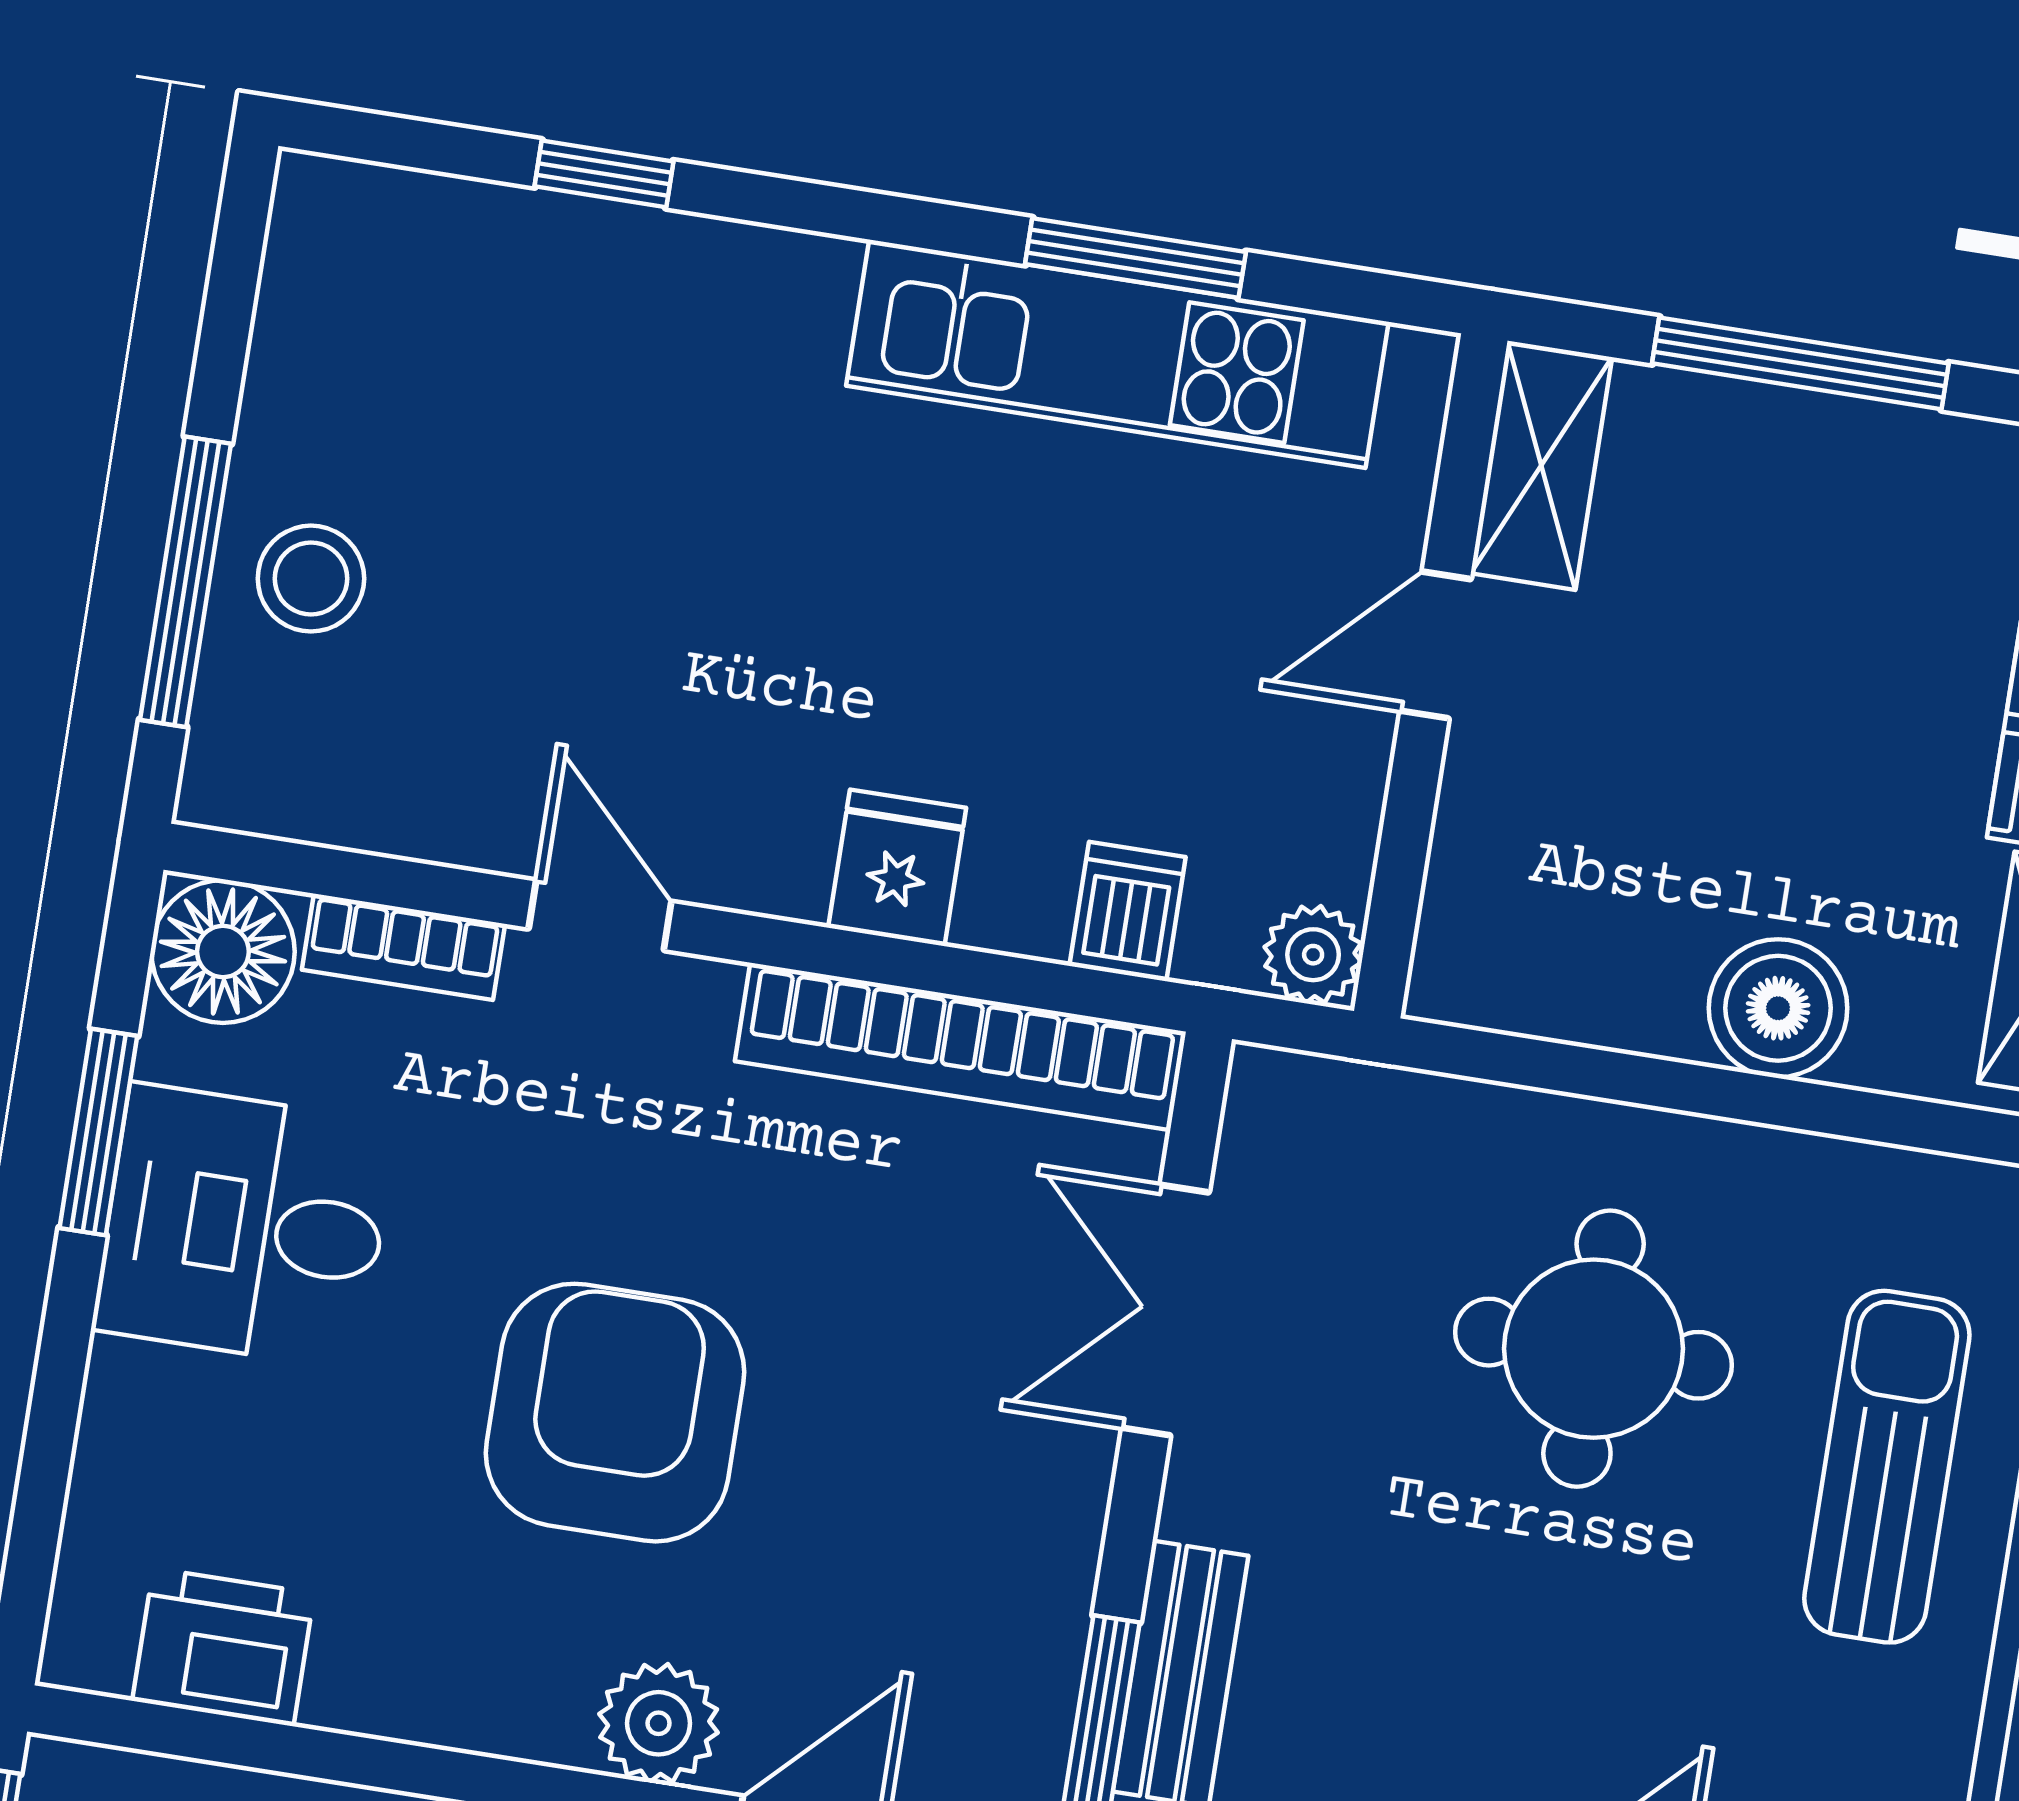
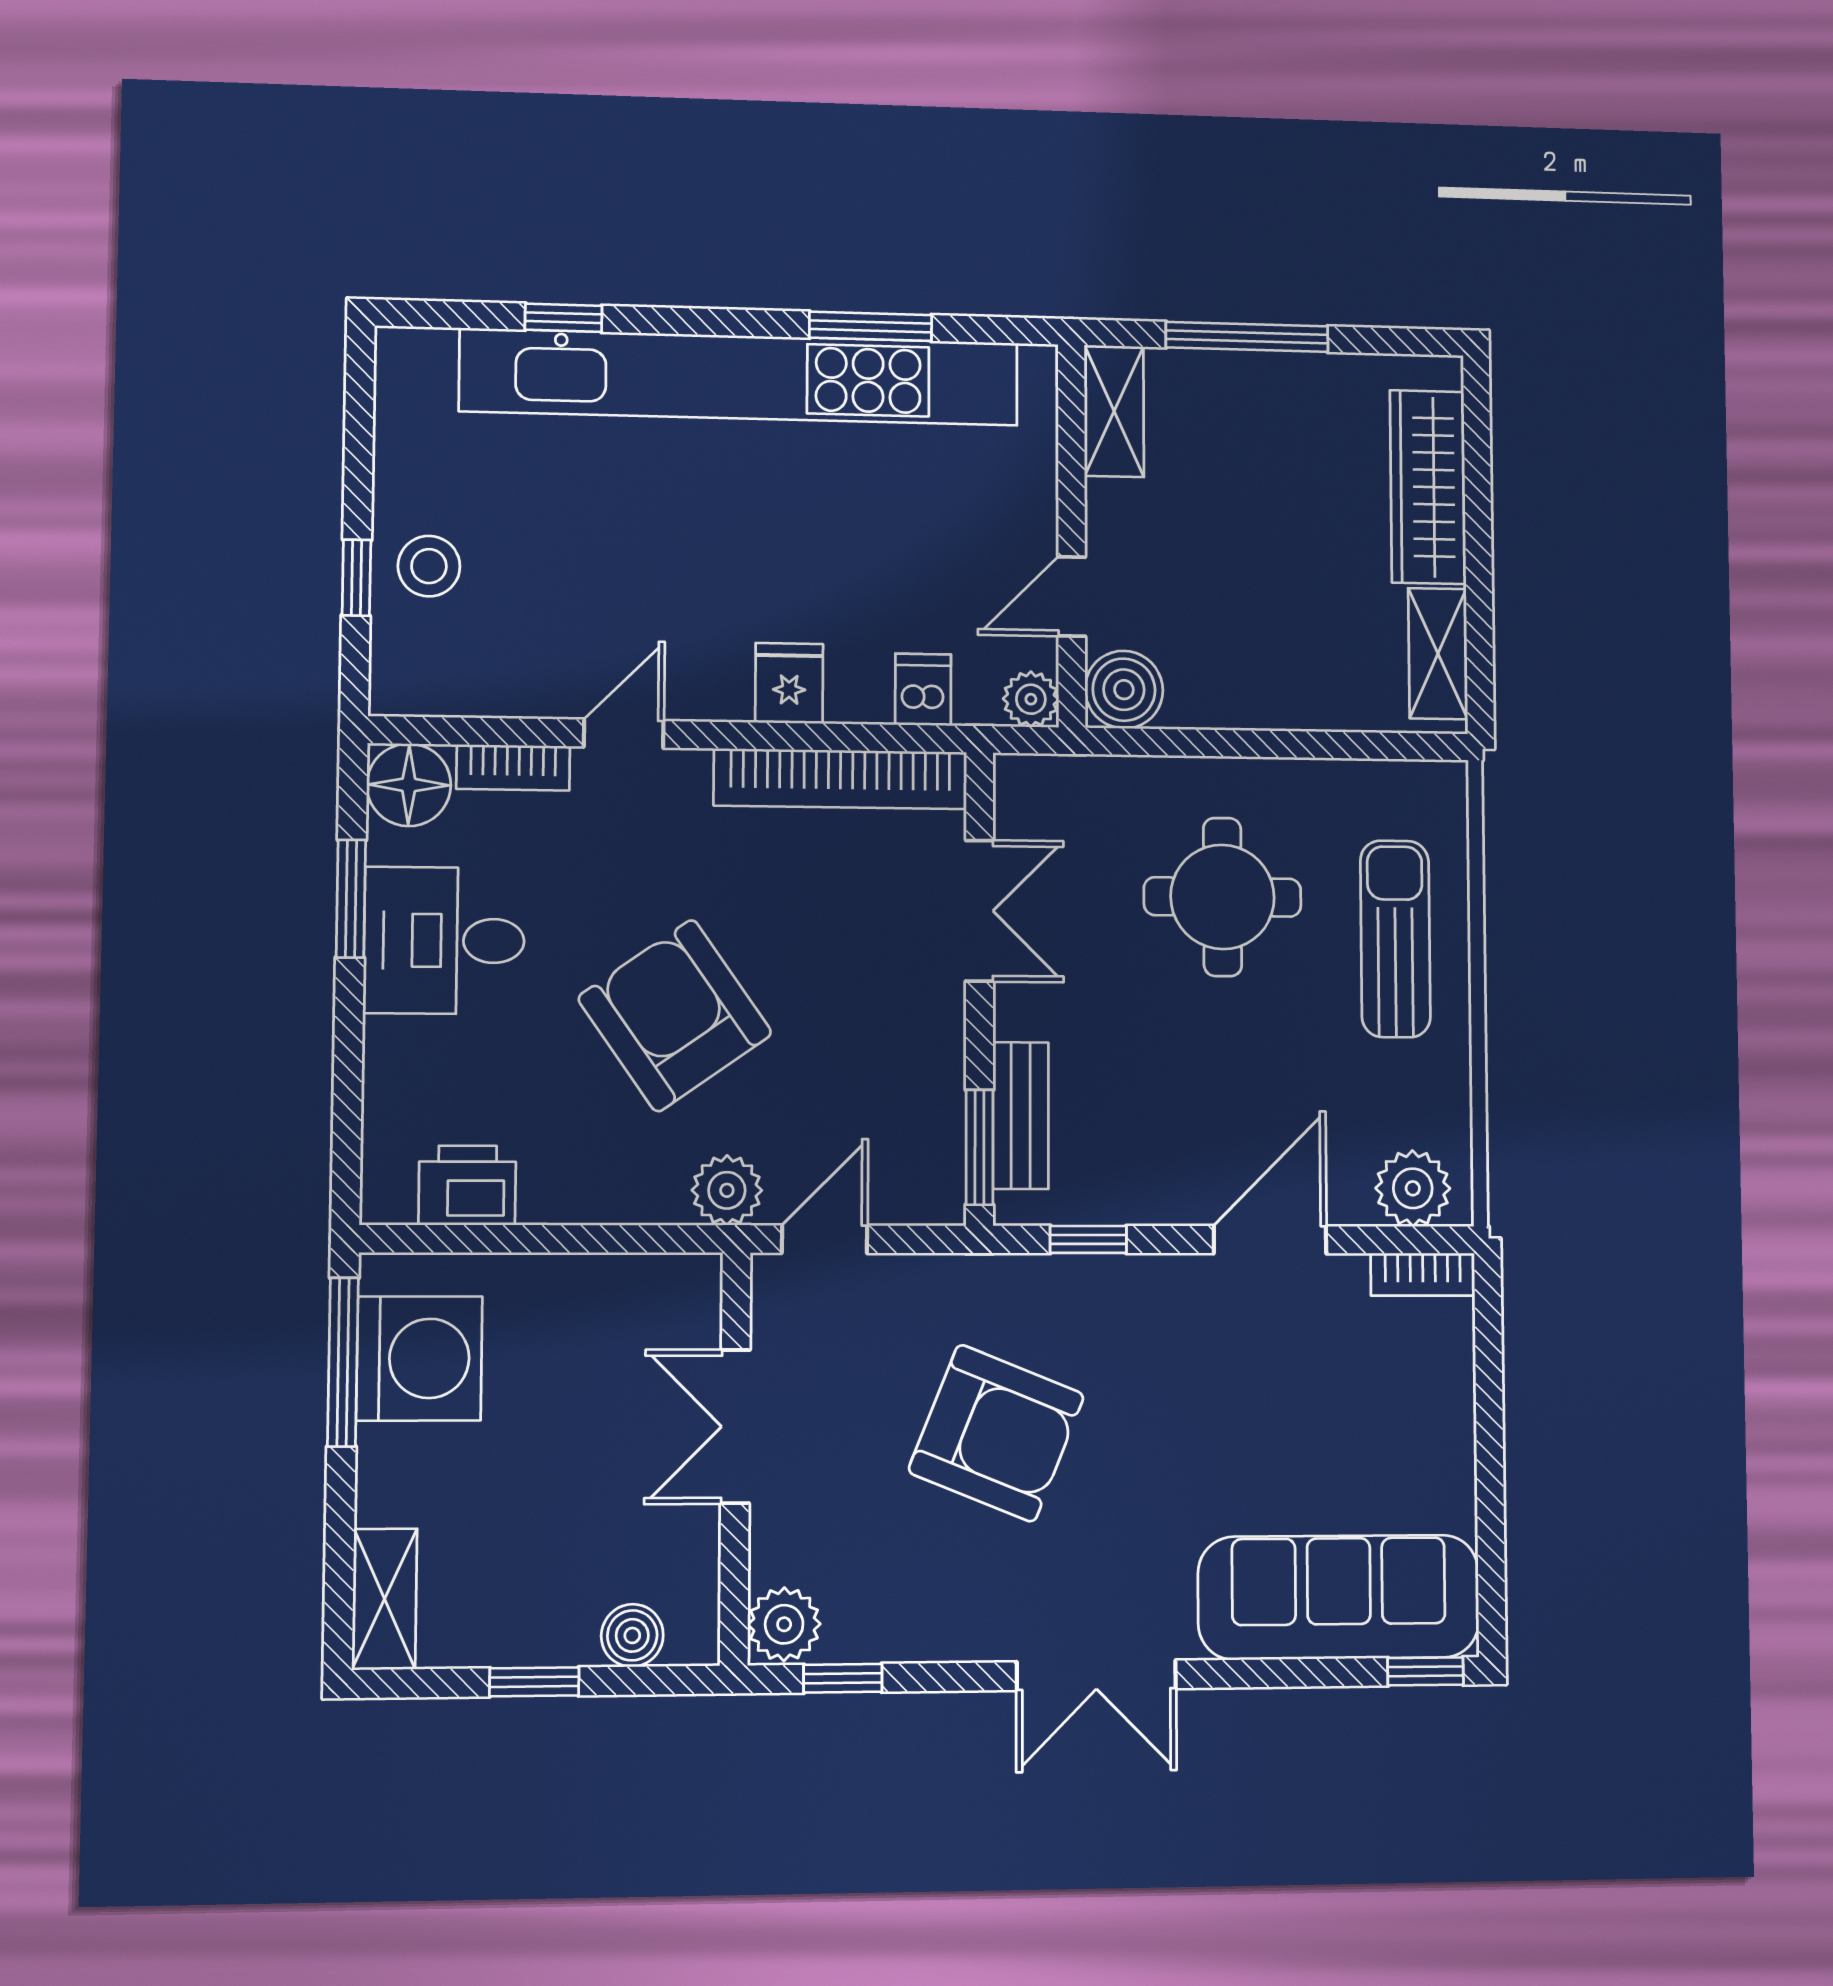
kitchen unit: (1117, 354) -> (740, 377), width x1.86
window: (186, 582) -> (356, 578), width x0.46
door: (1436, 645) -> (1072, 596), moved
door: (600, 915) -> (624, 734), hinge flipped
boiler: (1778, 1008) -> (1124, 690), moved
double door: (1165, 1310) -> (980, 911), swing flipped
armchair: (615, 1413) -> (675, 1016), turned -35

